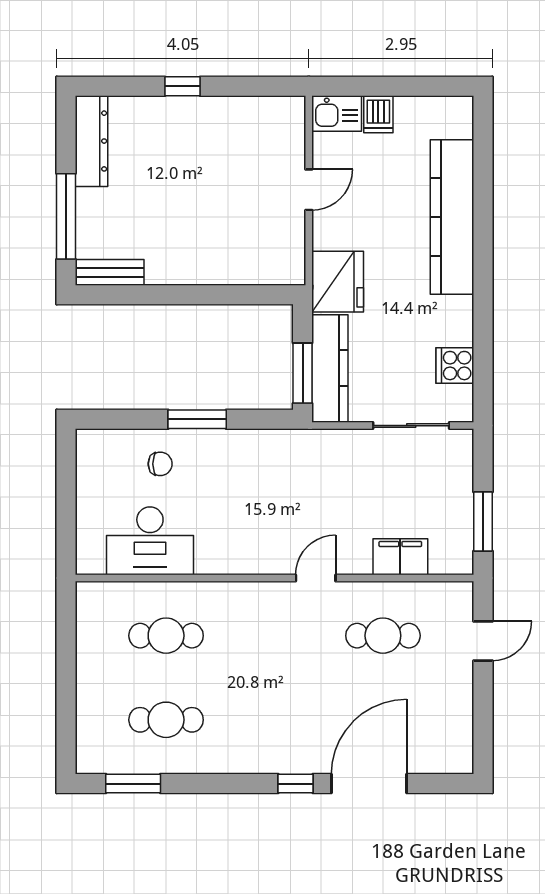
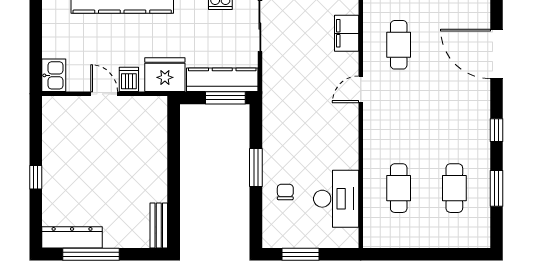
dishwasher: (378, 114) -> (129, 79), moved, turned -90
window: (66, 216) -> (91, 254), moved
window: (66, 487) -> (300, 254), added
door: (316, 578) -> (361, 89), hinge flipped
window: (133, 784) -> (496, 188), moved
window: (296, 784) -> (496, 130), moved

